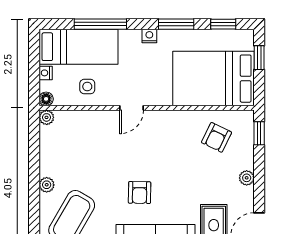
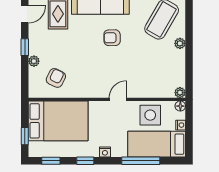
window: (176, 24) -> (85, 161), width x0.67
side table: (87, 87) -> (150, 115), width x1.87, depth x1.87
window: (259, 133) -> (25, 47), moved
plant: (247, 178) -> (34, 61), moved
armchair: (140, 192) -> (112, 38), turned -92

